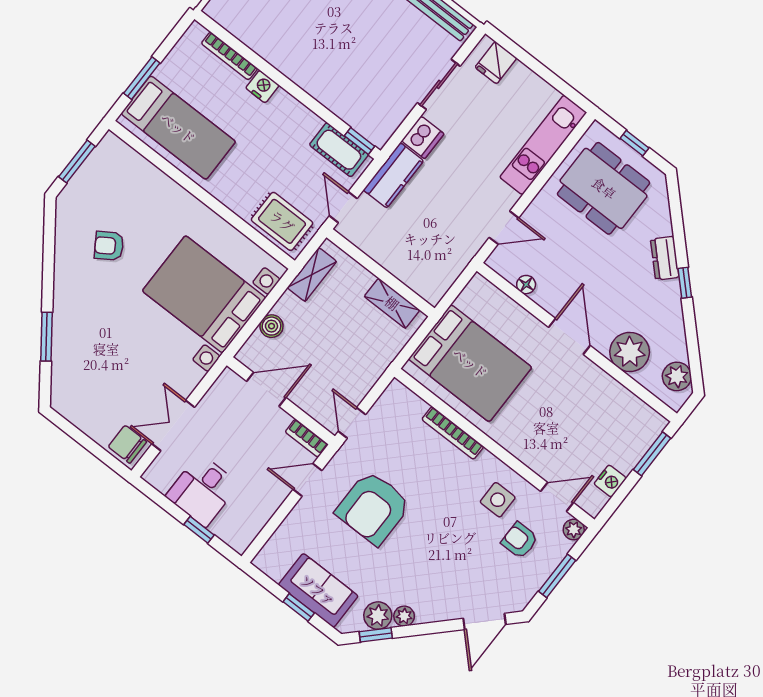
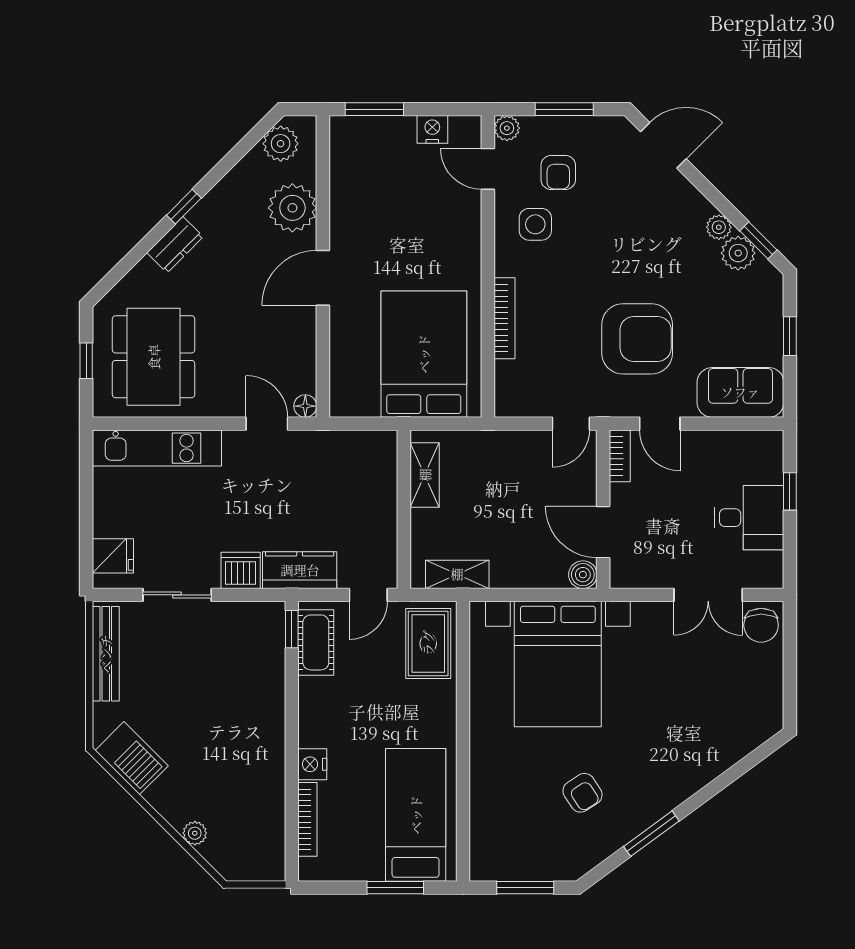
floor lamp: (526, 285) -> (305, 406), moved
boiler: (272, 326) -> (583, 575), moved
window: (46, 337) -> (651, 834), moved
sofa: (318, 590) -> (740, 392), moved, turned 90

